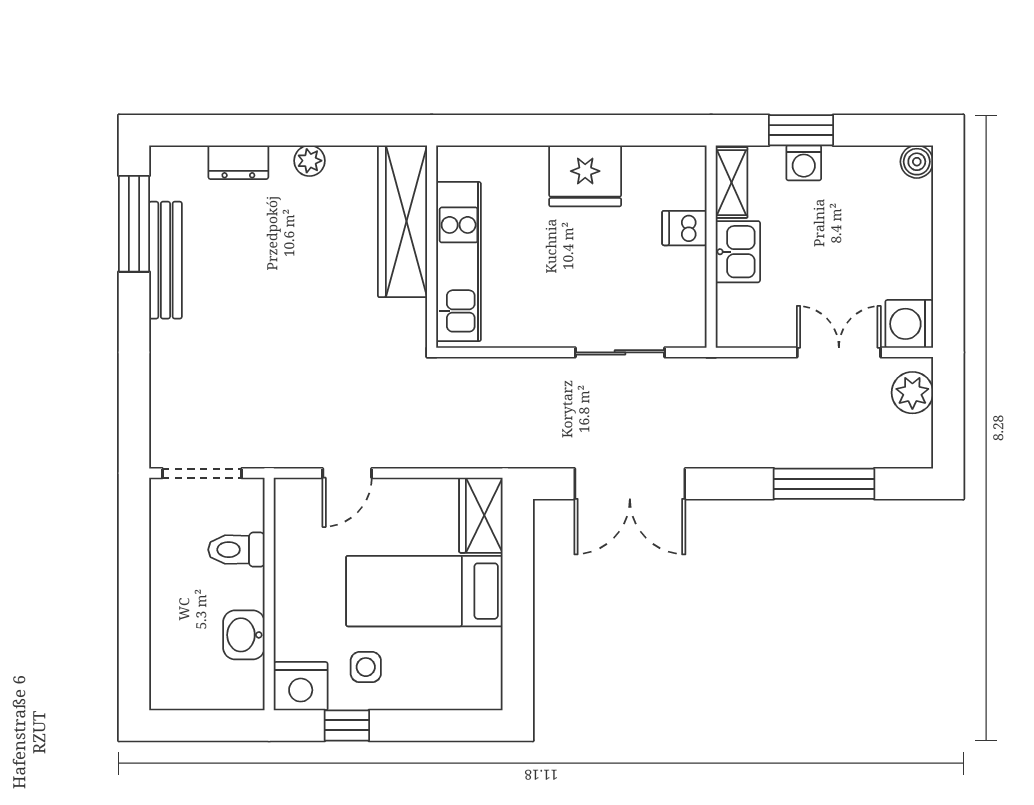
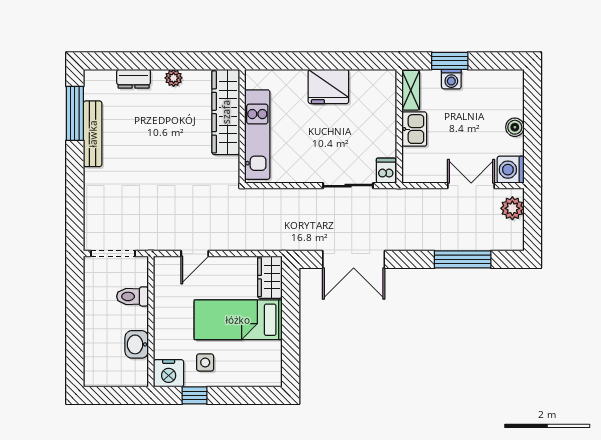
boiler: (917, 162) -> (515, 127), moved
dishwasher: (684, 228) -> (386, 171), moved, turned 90

